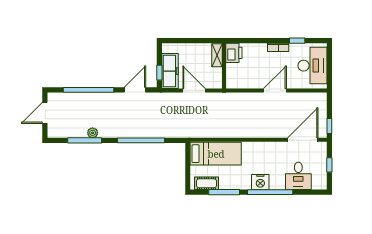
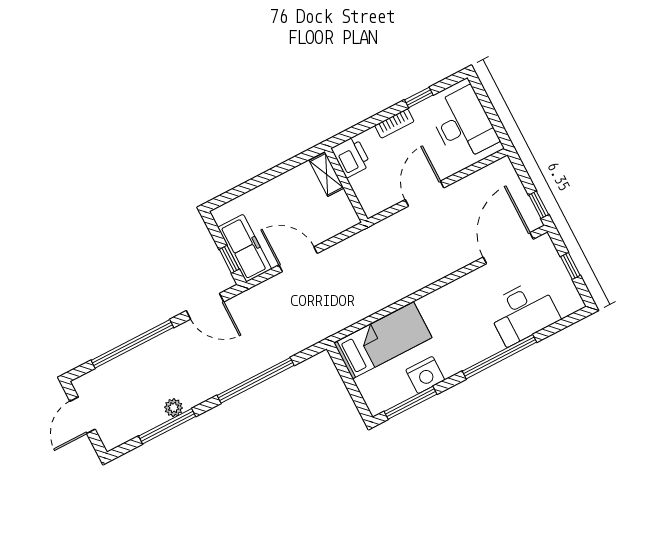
printer: (234, 53) -> (351, 157), moved
shelving: (217, 55) -> (326, 174), moved
wall: (224, 66) -> (346, 185), moved
door: (135, 90) -> (205, 306), swing flipped
desk: (298, 176) -> (523, 312), width x1.37
nightstand: (260, 182) -> (425, 375), moved
cot: (207, 183) -> (393, 394), removed
window: (224, 192) -> (411, 403), moved

